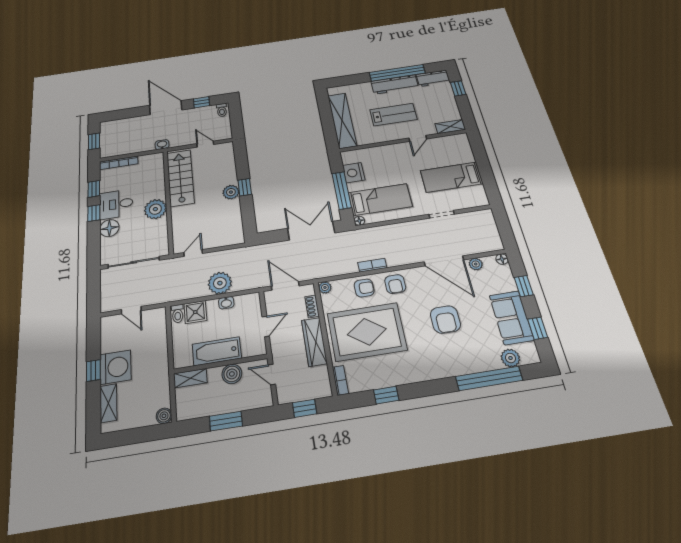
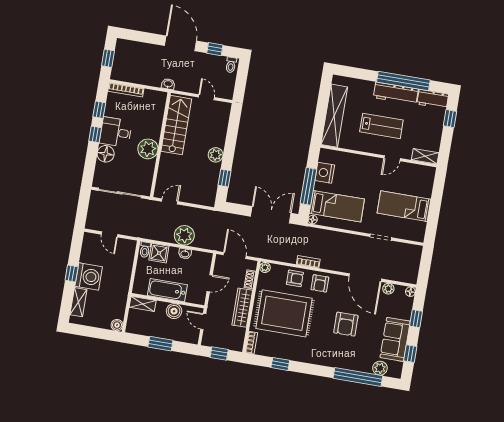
window: (245, 187) -> (224, 178), moved

